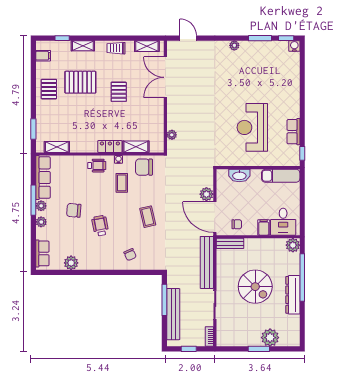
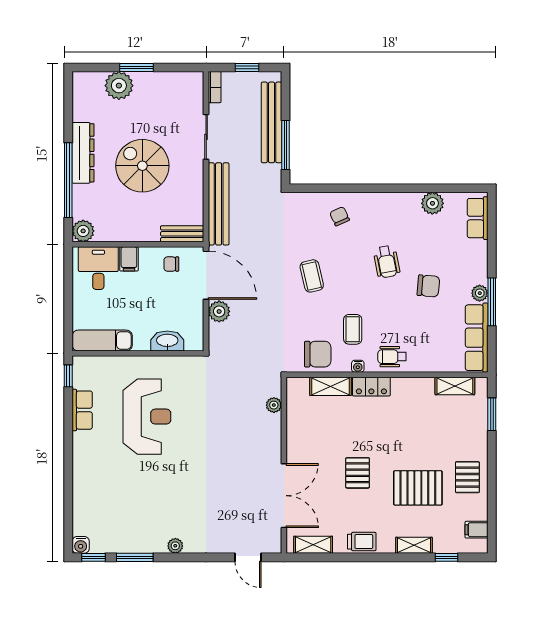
plant: (41, 222) -> (480, 268), removed

